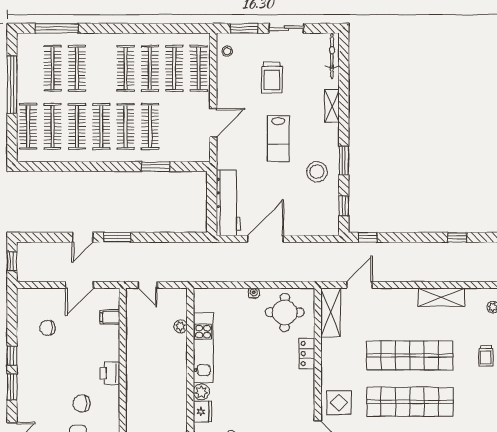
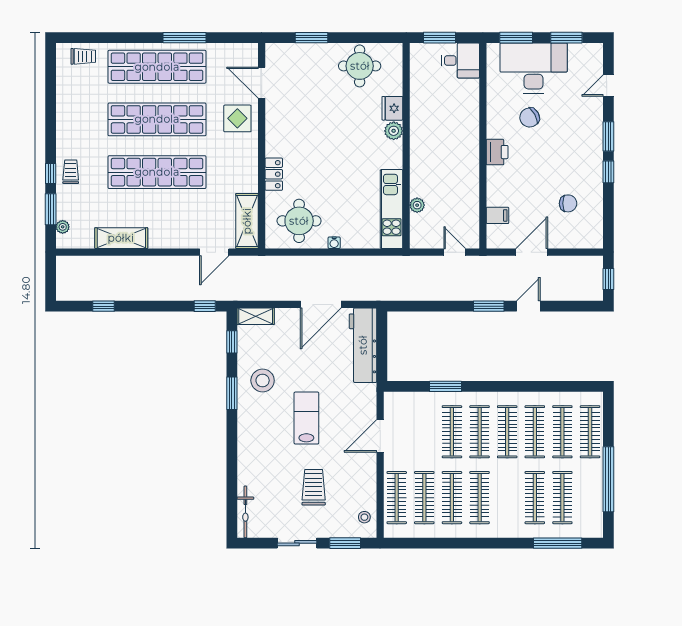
shelving: (332, 106) -> (256, 316), moved, turned 90
kitchen unit: (203, 348) -> (392, 209), moved
chair: (81, 404) -> (530, 117), turned 151

